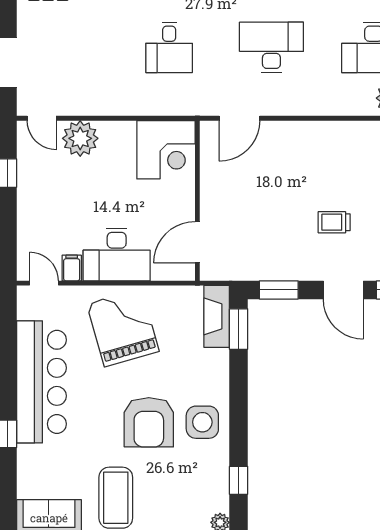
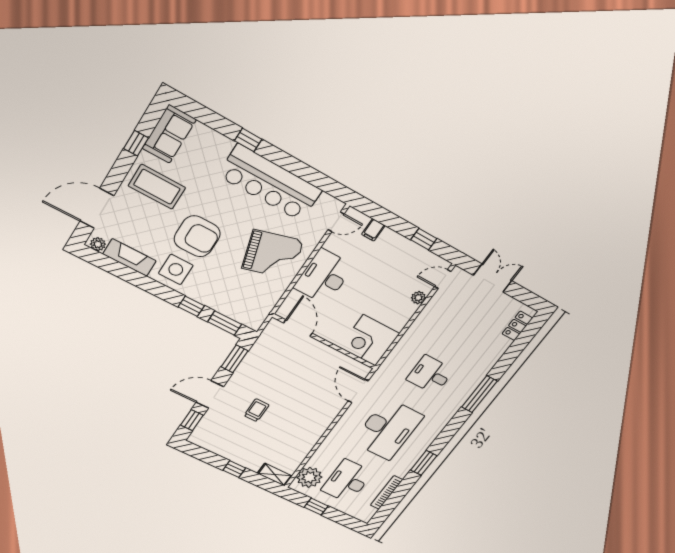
desk: (271, 47) -> (388, 429), width x1.36, depth x1.30
plant: (80, 138) -> (418, 298), width x0.53, depth x0.53
filing cabinet: (72, 268) -> (373, 230), moved, turned 90
fireplace: (217, 316) -> (129, 257), moved
armchair: (149, 422) -> (197, 236), turned 180
window: (239, 480) -> (191, 306), moved

